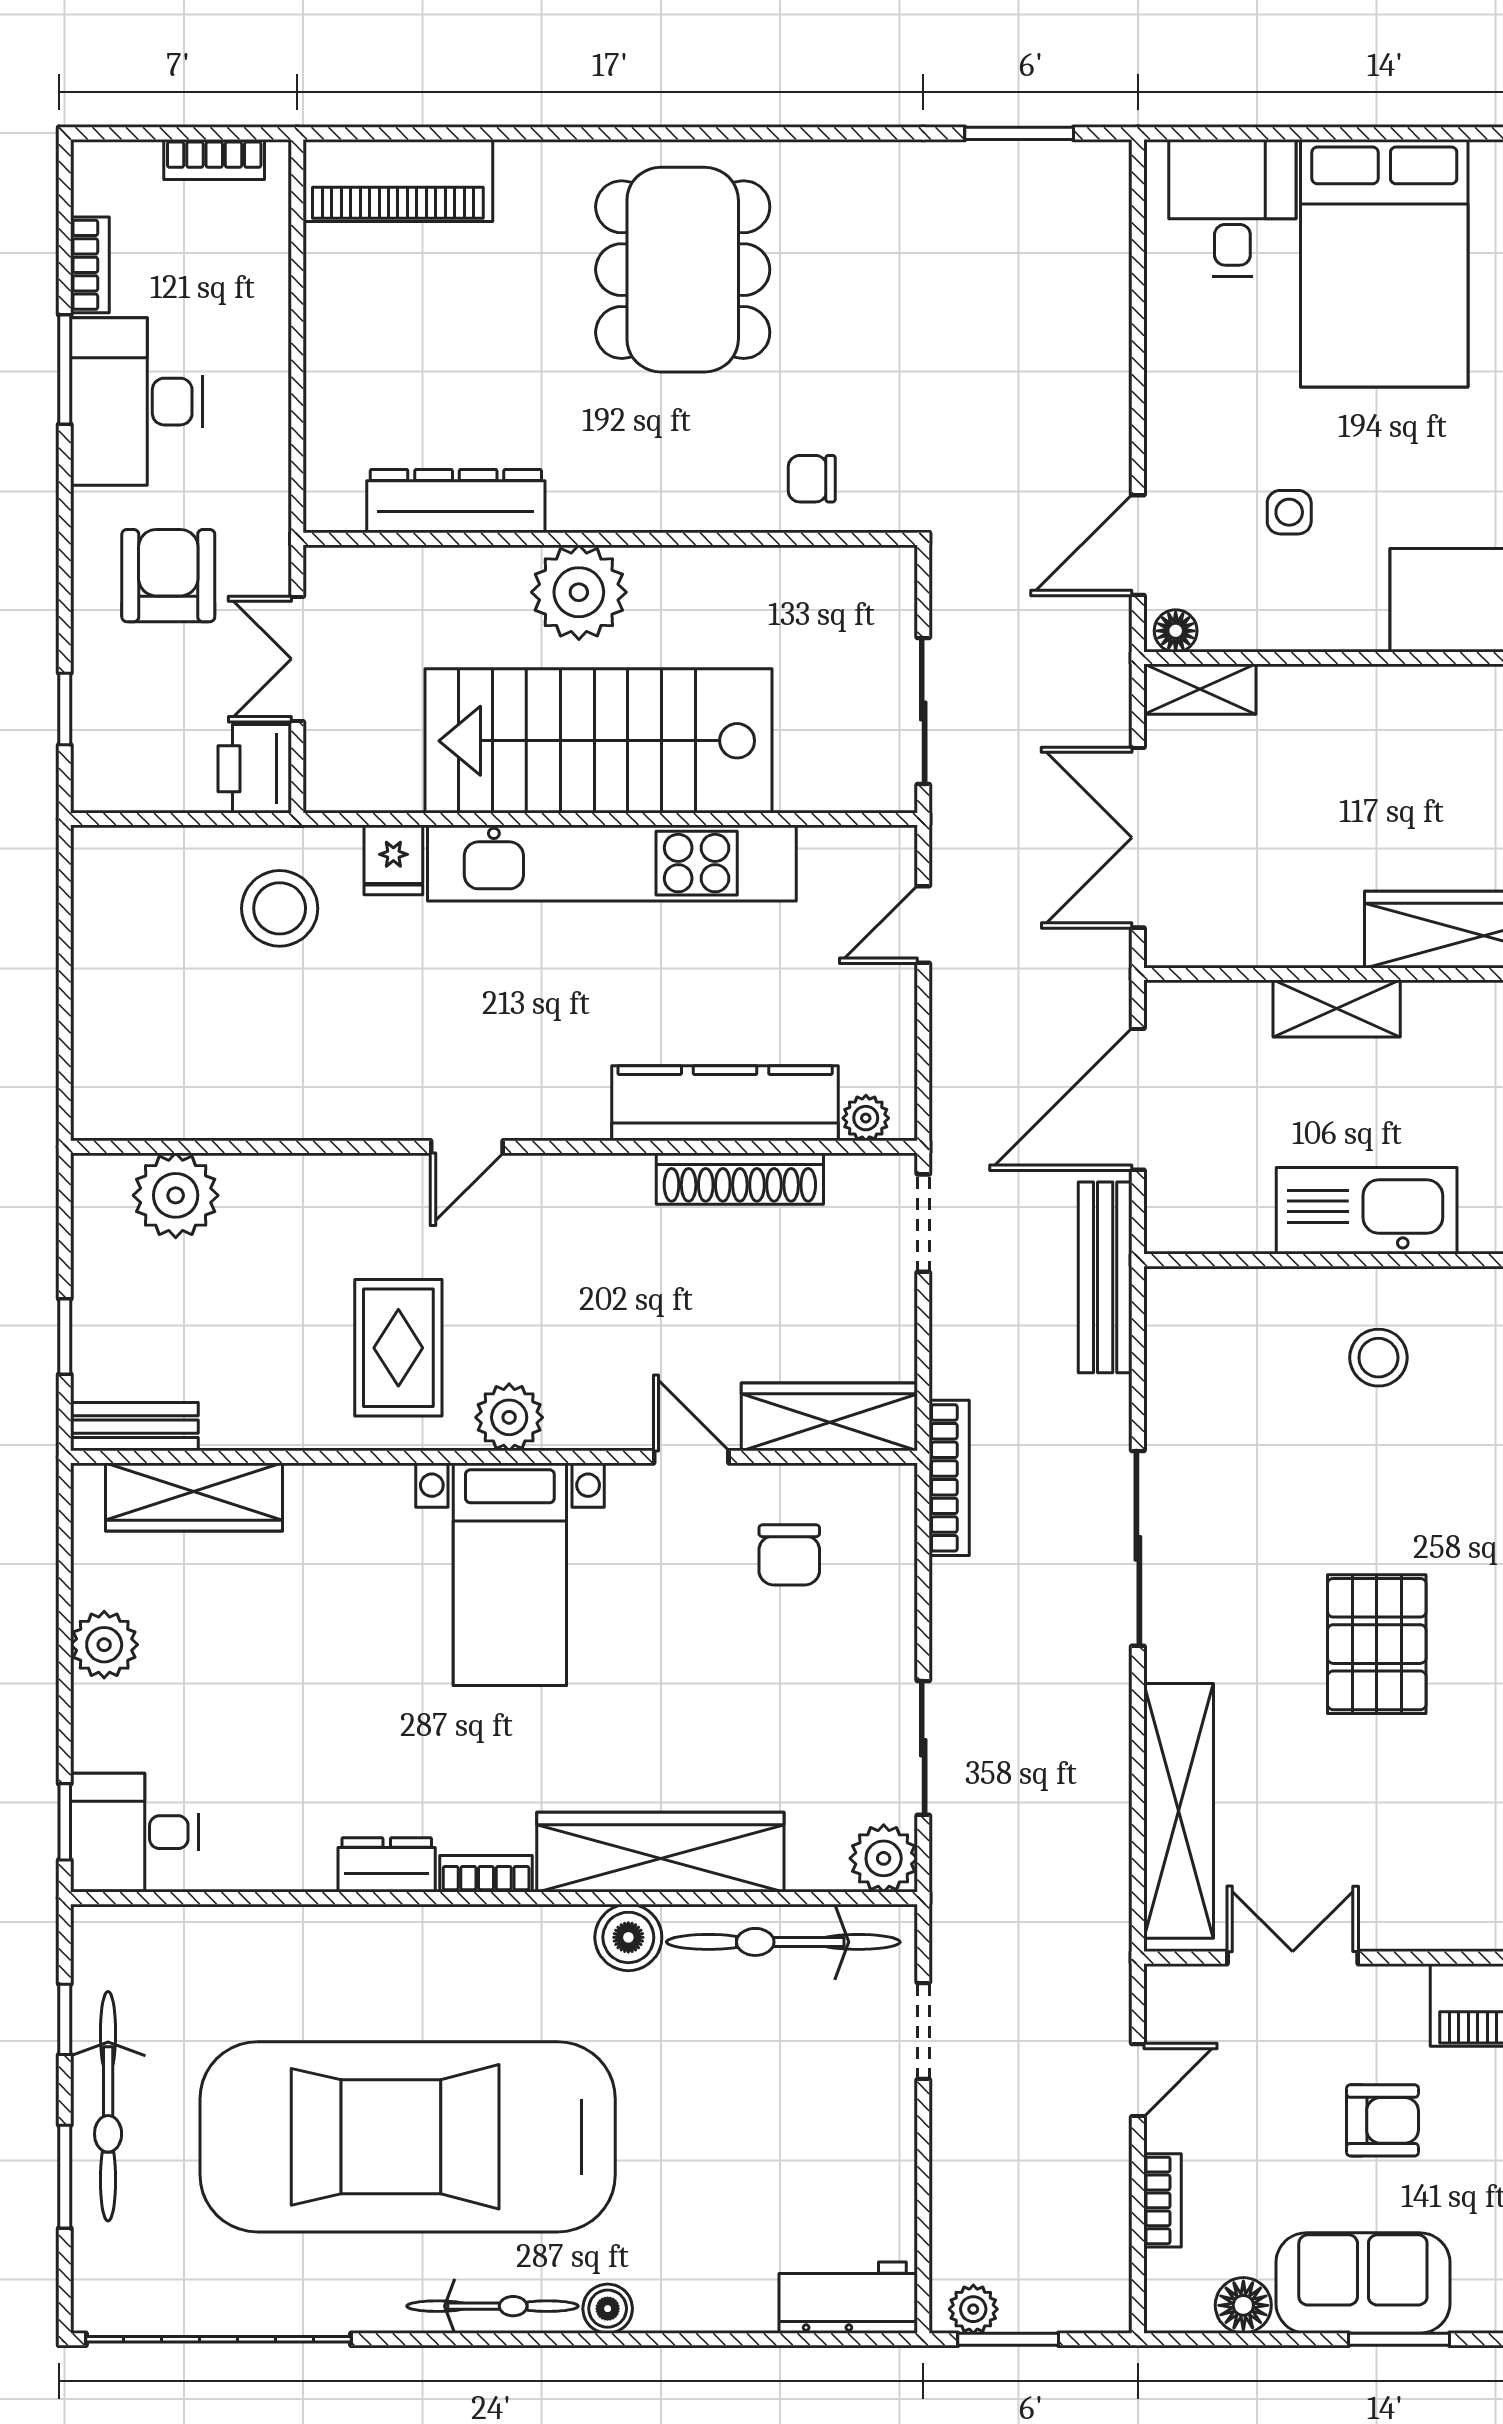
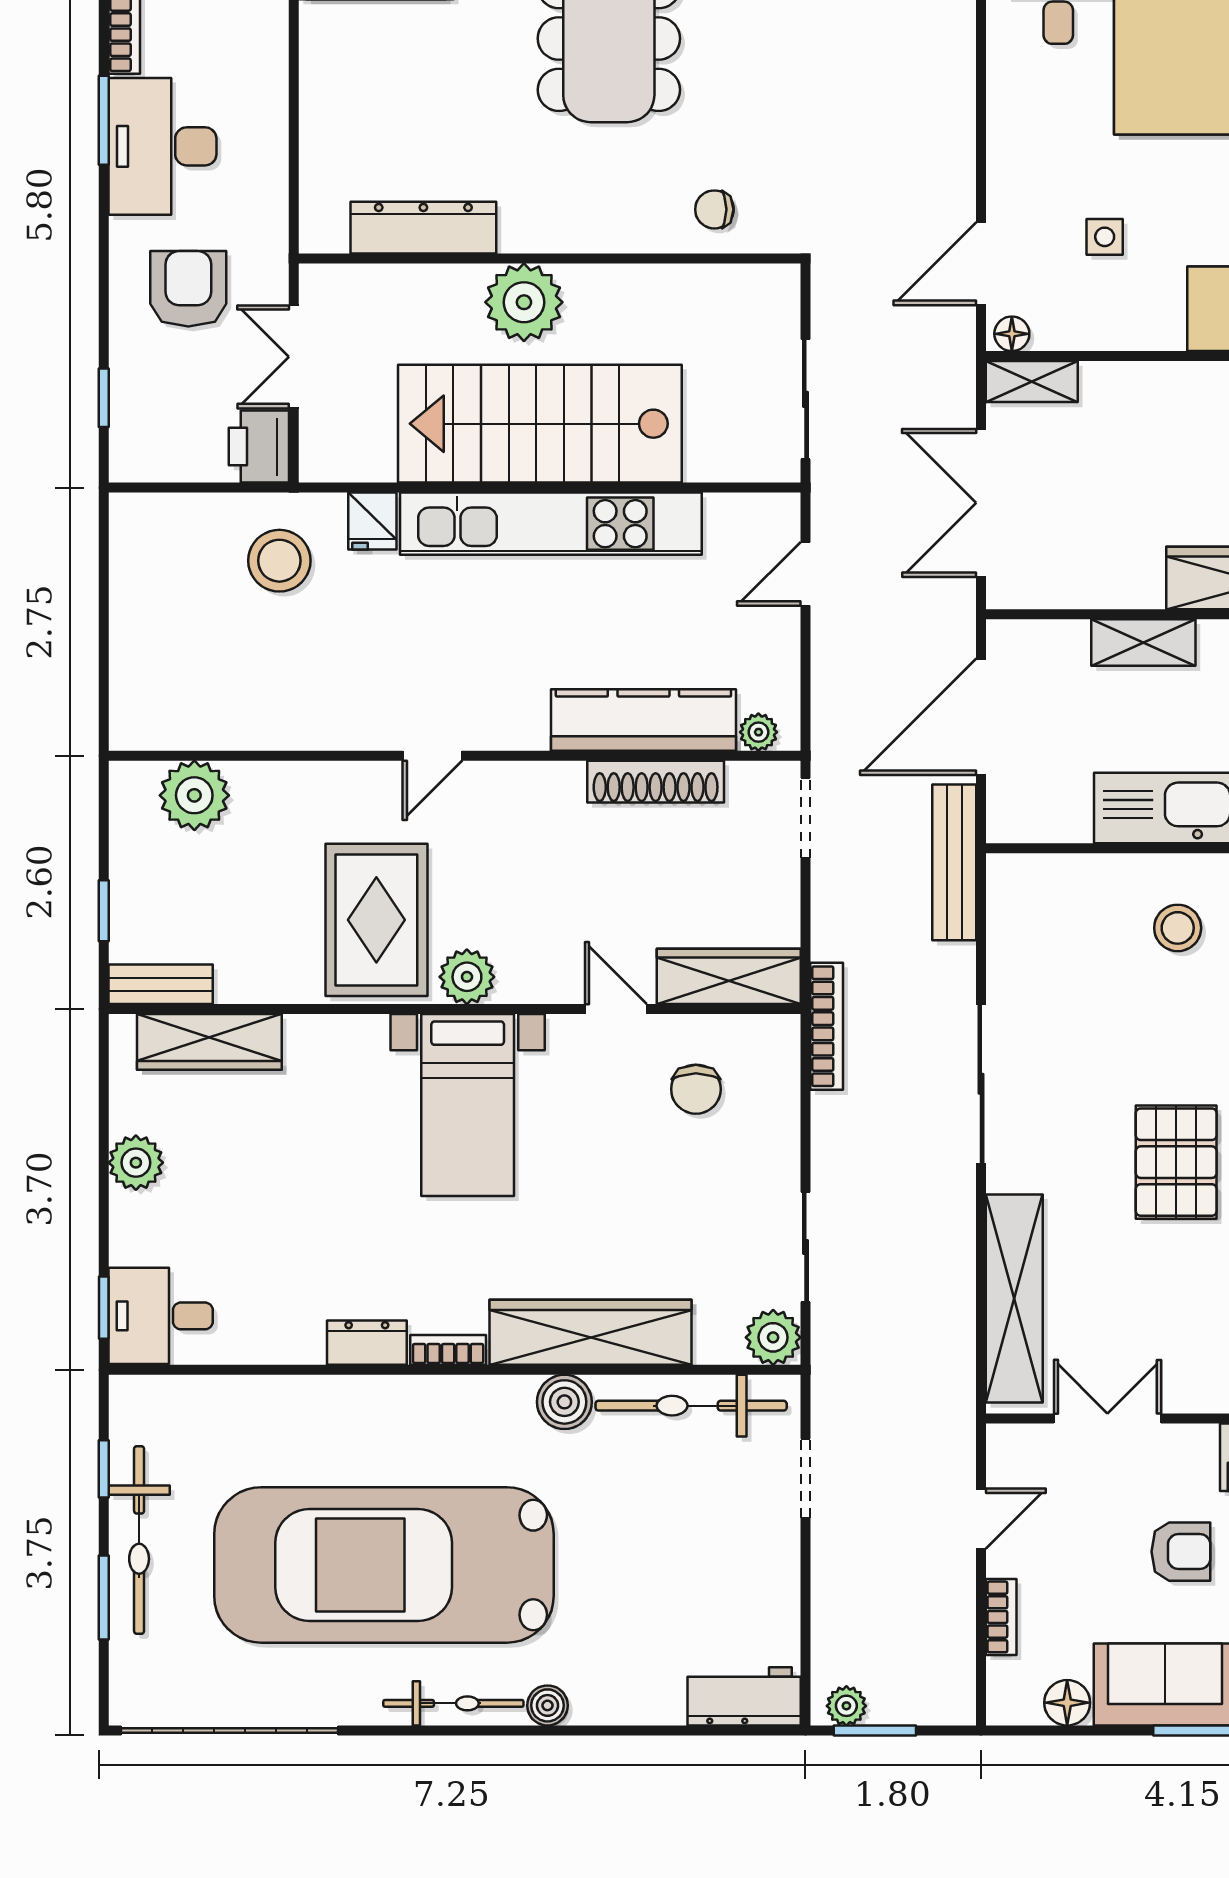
rug: (398, 1348) -> (376, 920), width x1.36, depth x1.43

